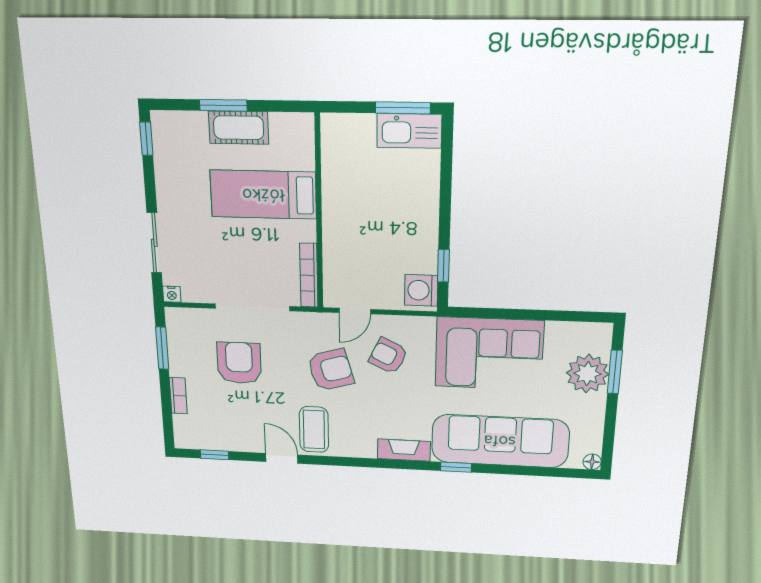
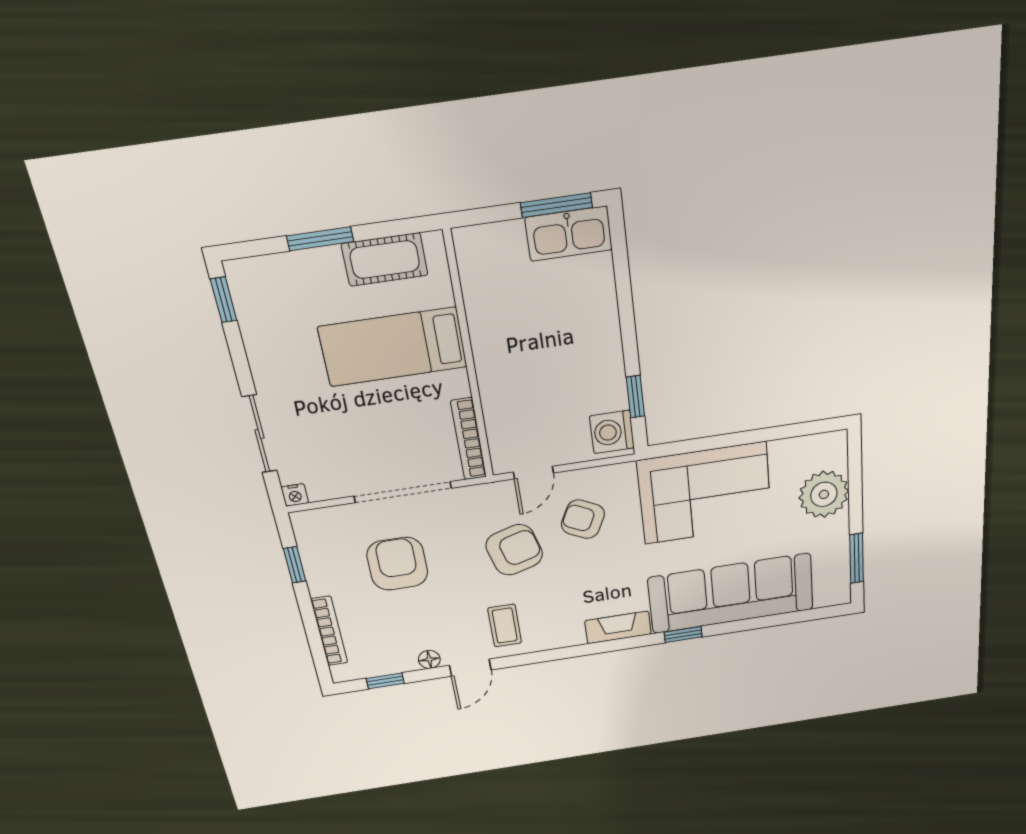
cot: (239, 128) -> (385, 260), moved
window: (162, 348) -> (295, 565), width x0.67
window: (615, 372) -> (857, 558), moved
bookcase: (178, 396) -> (329, 631), width x1.56
coffee table: (314, 430) -> (505, 626), width x0.73, depth x0.77
door: (282, 458) -> (470, 668), swing flipped
floor lamp: (592, 462) -> (429, 659), moved

